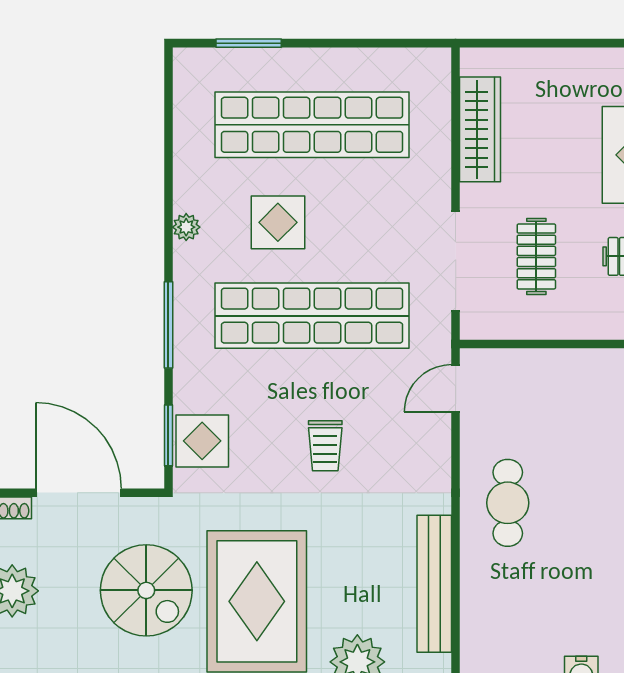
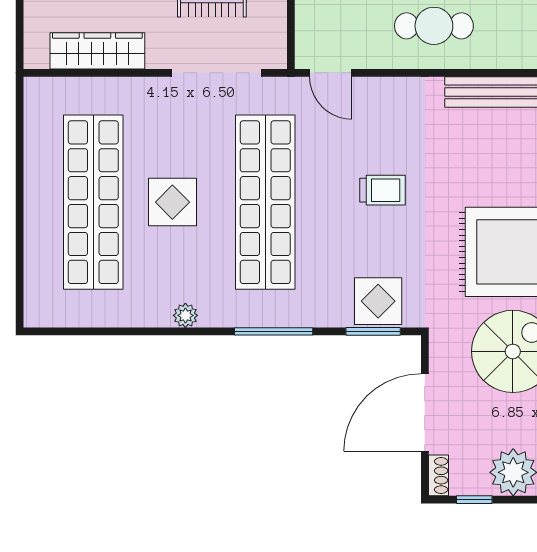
window: (249, 43) -> (20, 259), removed
display table: (278, 222) -> (172, 202), moved

